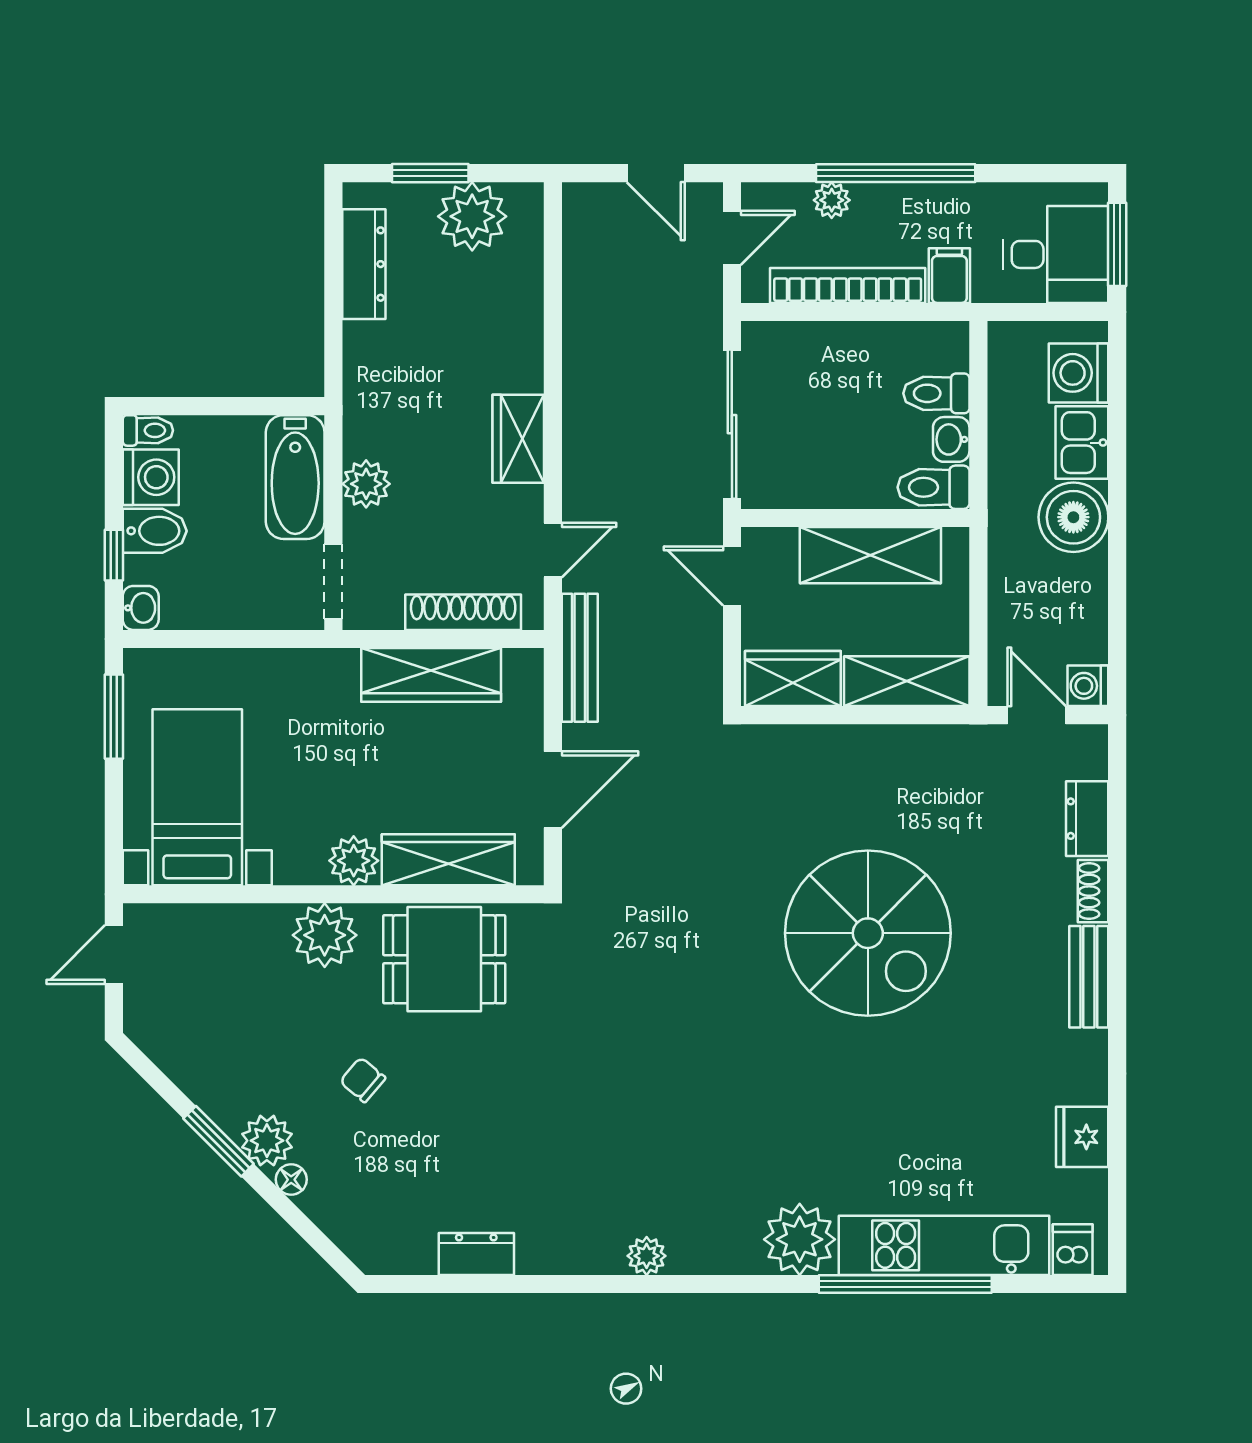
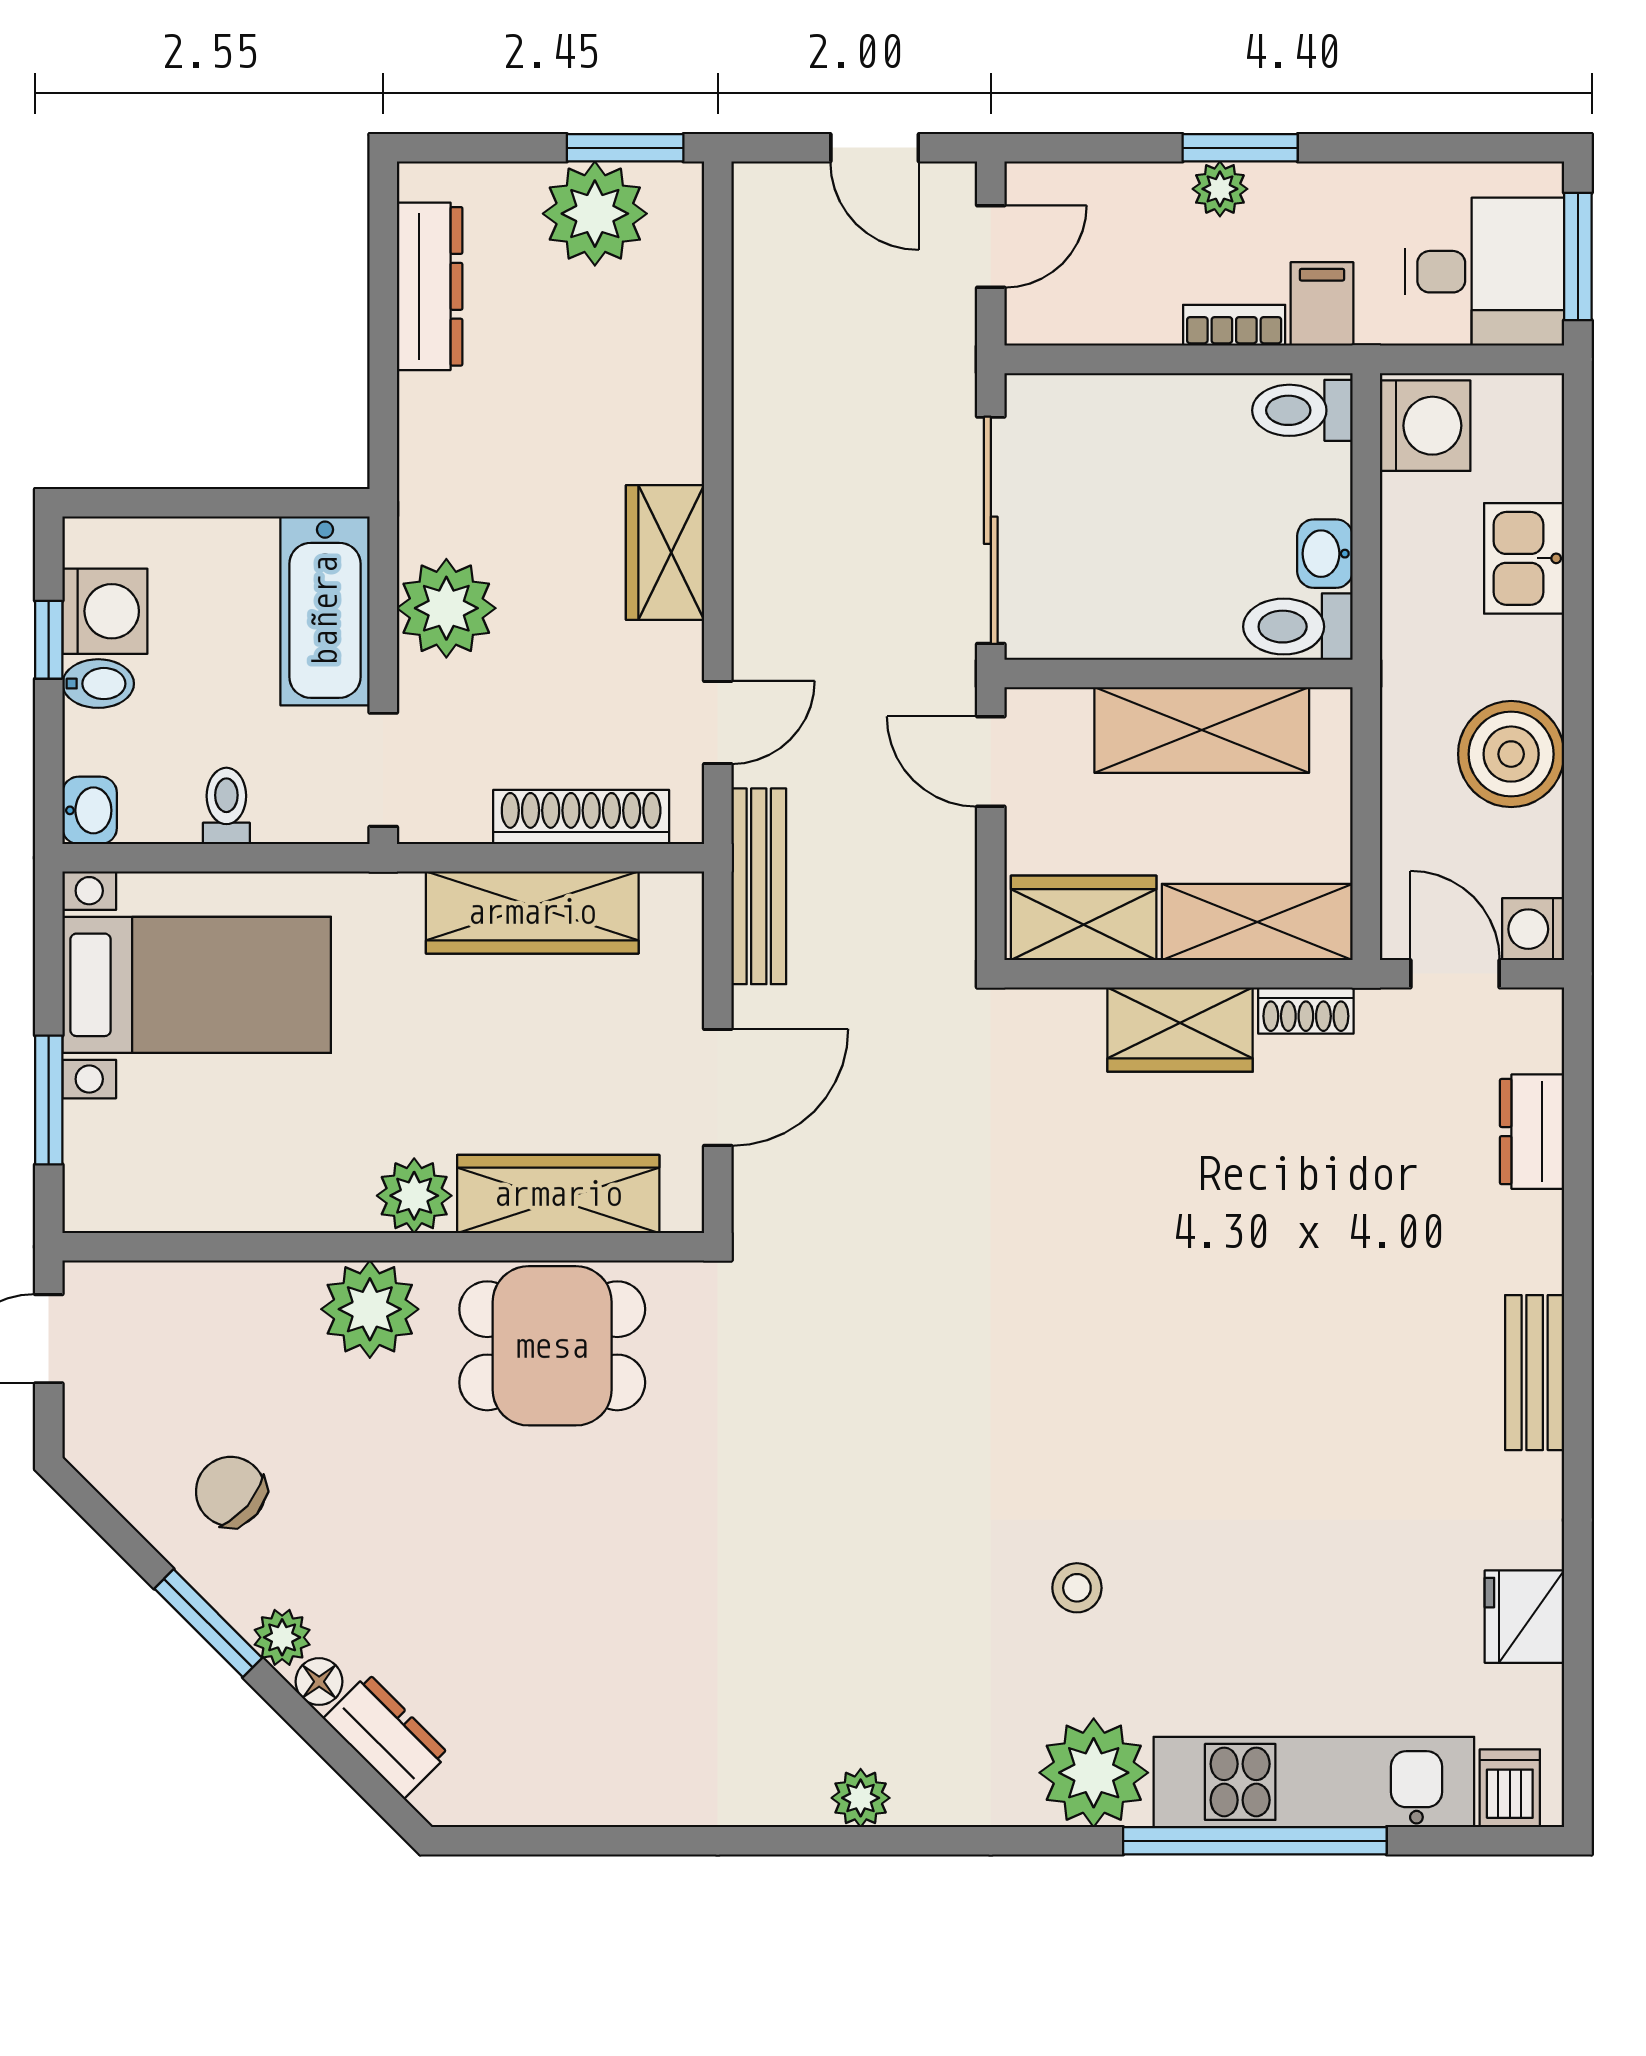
window: (430, 173) -> (625, 148), moved
window: (896, 173) -> (1240, 148), width x0.47
plant: (832, 200) -> (1220, 189), moved
bookcase: (848, 285) -> (1234, 325), width x0.43, depth x0.76
washing machine: (1079, 373) -> (1425, 426), moved, turned 180
toilet: (936, 393) -> (1302, 410), moved
toilet: (148, 430) -> (226, 806), moved, turned -90
plant: (366, 484) -> (446, 608), width x1.36, depth x1.36
boiler: (1073, 517) -> (1511, 754), moved
bidet: (155, 531) -> (98, 684), width x0.72, depth x0.74
window: (114, 555) -> (49, 640), moved
window: (114, 717) -> (49, 1100), moved
wardrobe: (856, 752) -> (1180, 1030), added
bed with nightstands: (197, 797) -> (197, 985), moved, turned 90
shoe rack: (1093, 891) -> (1306, 1011), moved, turned -90
spiral stairs: (868, 933) -> (1198, 1306), removed
chair: (363, 1080) -> (231, 1492), moved, width x1.37, depth x1.37
stool: (789, 1118) -> (1077, 1588), added
plant: (267, 1141) -> (282, 1637), width x0.73, depth x0.73
dresser: (476, 1254) -> (386, 1736), moved, turned 45

